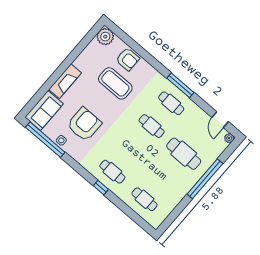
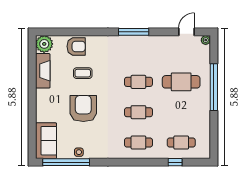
fireplace: (65, 81) -> (43, 71), moved
coffee table: (115, 83) -> (83, 73), width x0.54, depth x0.58
cafe table: (171, 103) -> (138, 112), moved
door: (220, 120) -> (187, 32), swing flipped
armchair: (84, 124) -> (83, 108), moved
window: (101, 188) -> (175, 162), moved

